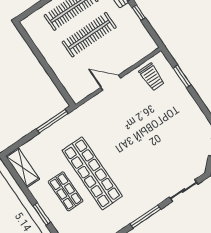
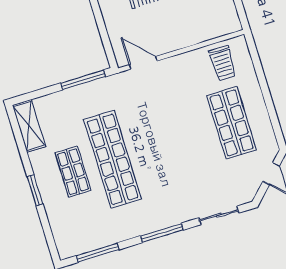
window: (182, 76) -> (260, 74), removed
door: (111, 83) -> (143, 63), moved
shop shelf: (172, 119) -> (231, 123), added

